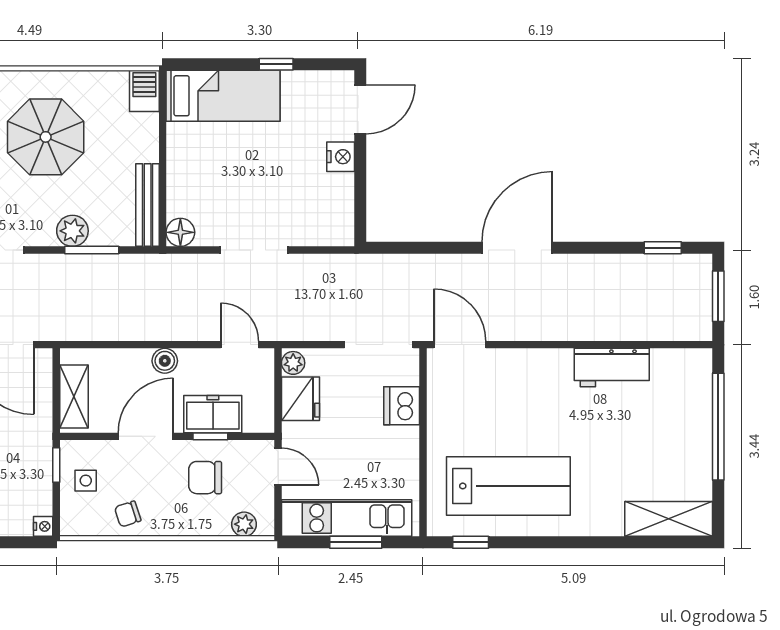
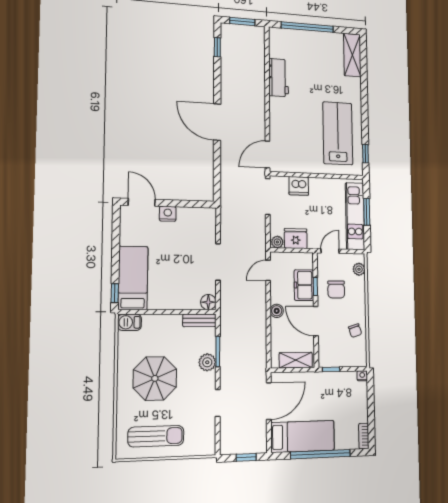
window: (276, 64) -> (115, 293), moved
bench: (148, 205) -> (199, 320), width x0.73
side table: (86, 481) -> (339, 353), removed

